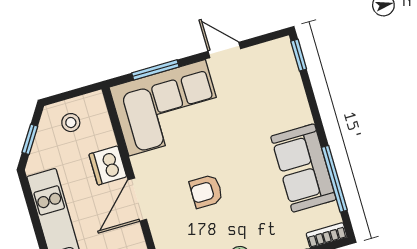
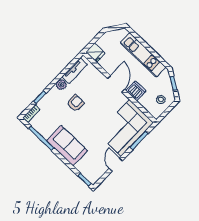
door: (224, 50) -> (116, 165), swing flipped
sofa: (303, 168) -> (67, 146), moved
armchair: (206, 191) -> (75, 103), moved

